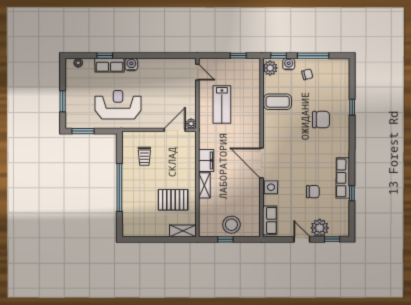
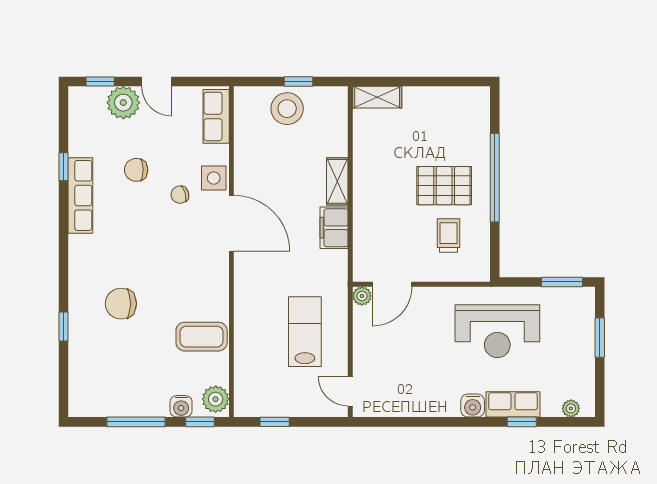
chair: (307, 74) -> (180, 195), moved
pallet: (173, 200) -> (444, 186), moved

